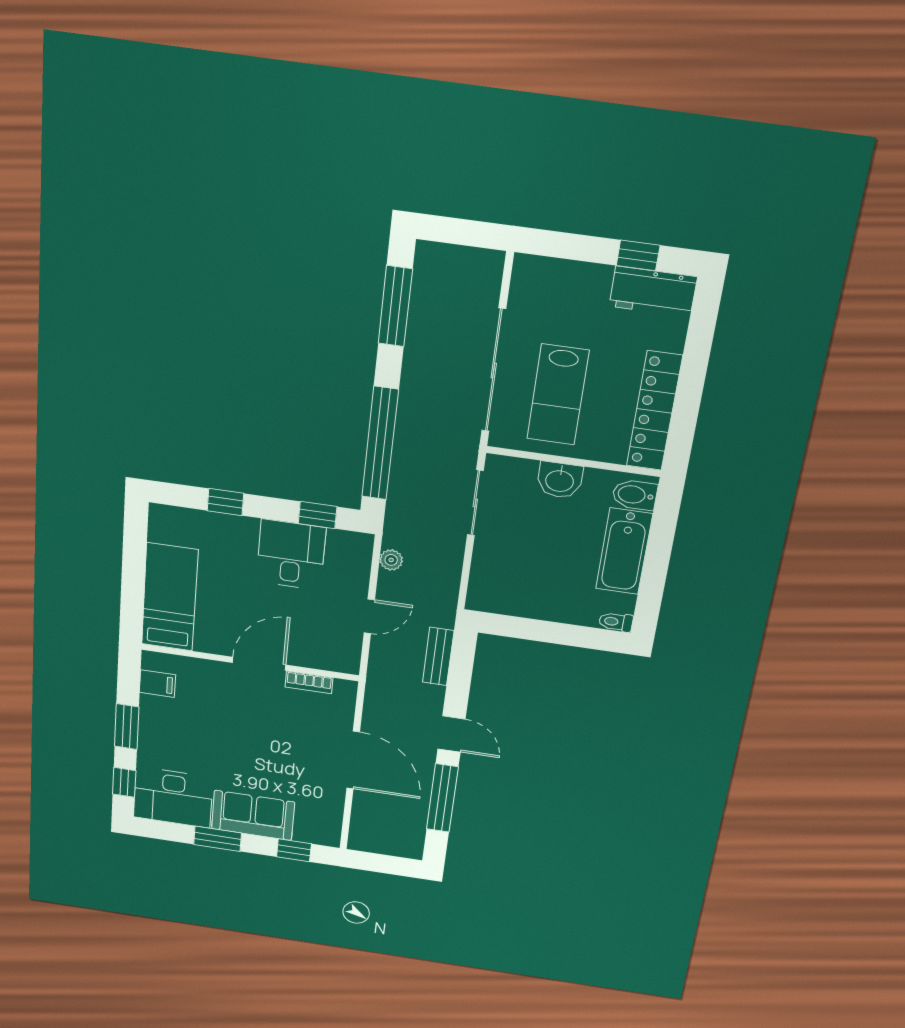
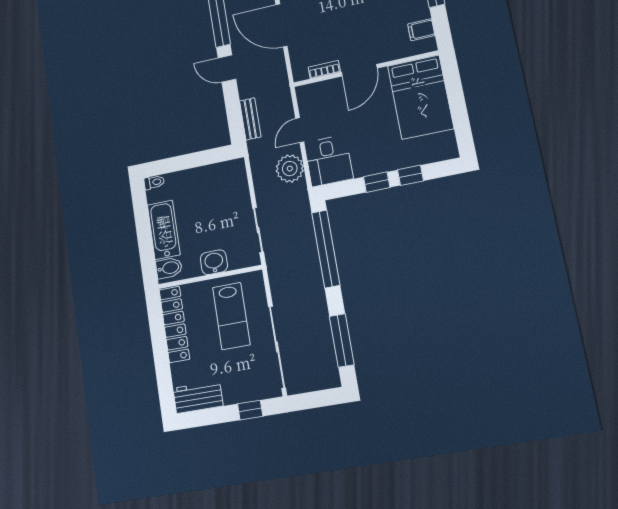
window: (638, 255) -> (250, 410), moved
sliding door: (494, 371) -> (277, 347), moved
lab bench: (558, 395) -> (231, 316), turned 180
window: (318, 515) -> (377, 182), moved
desk: (291, 555) -> (329, 161), moved
plant: (391, 560) -> (290, 169), width x1.88, depth x1.88
bed: (170, 597) -> (420, 97), width x1.50

